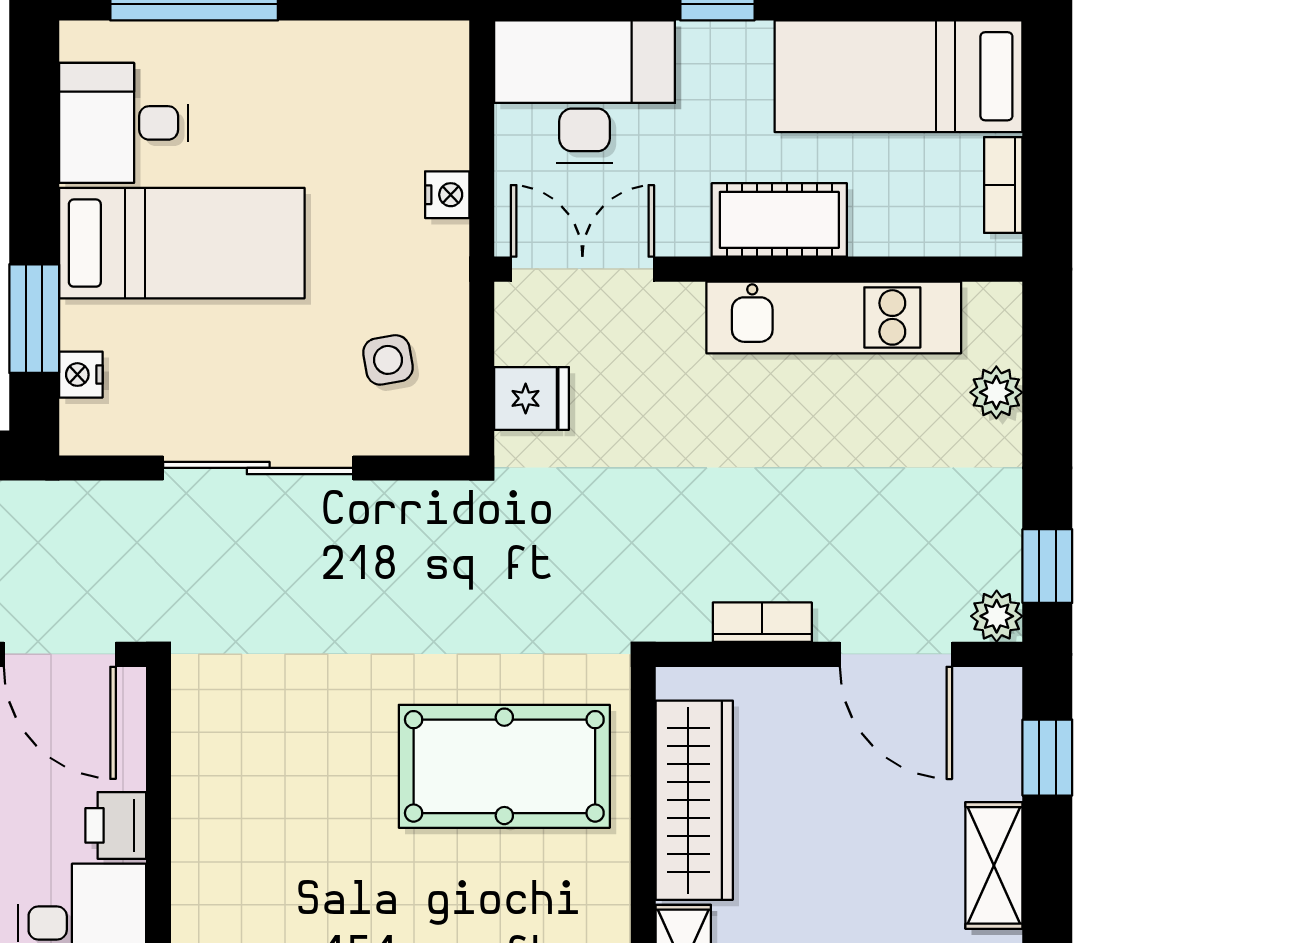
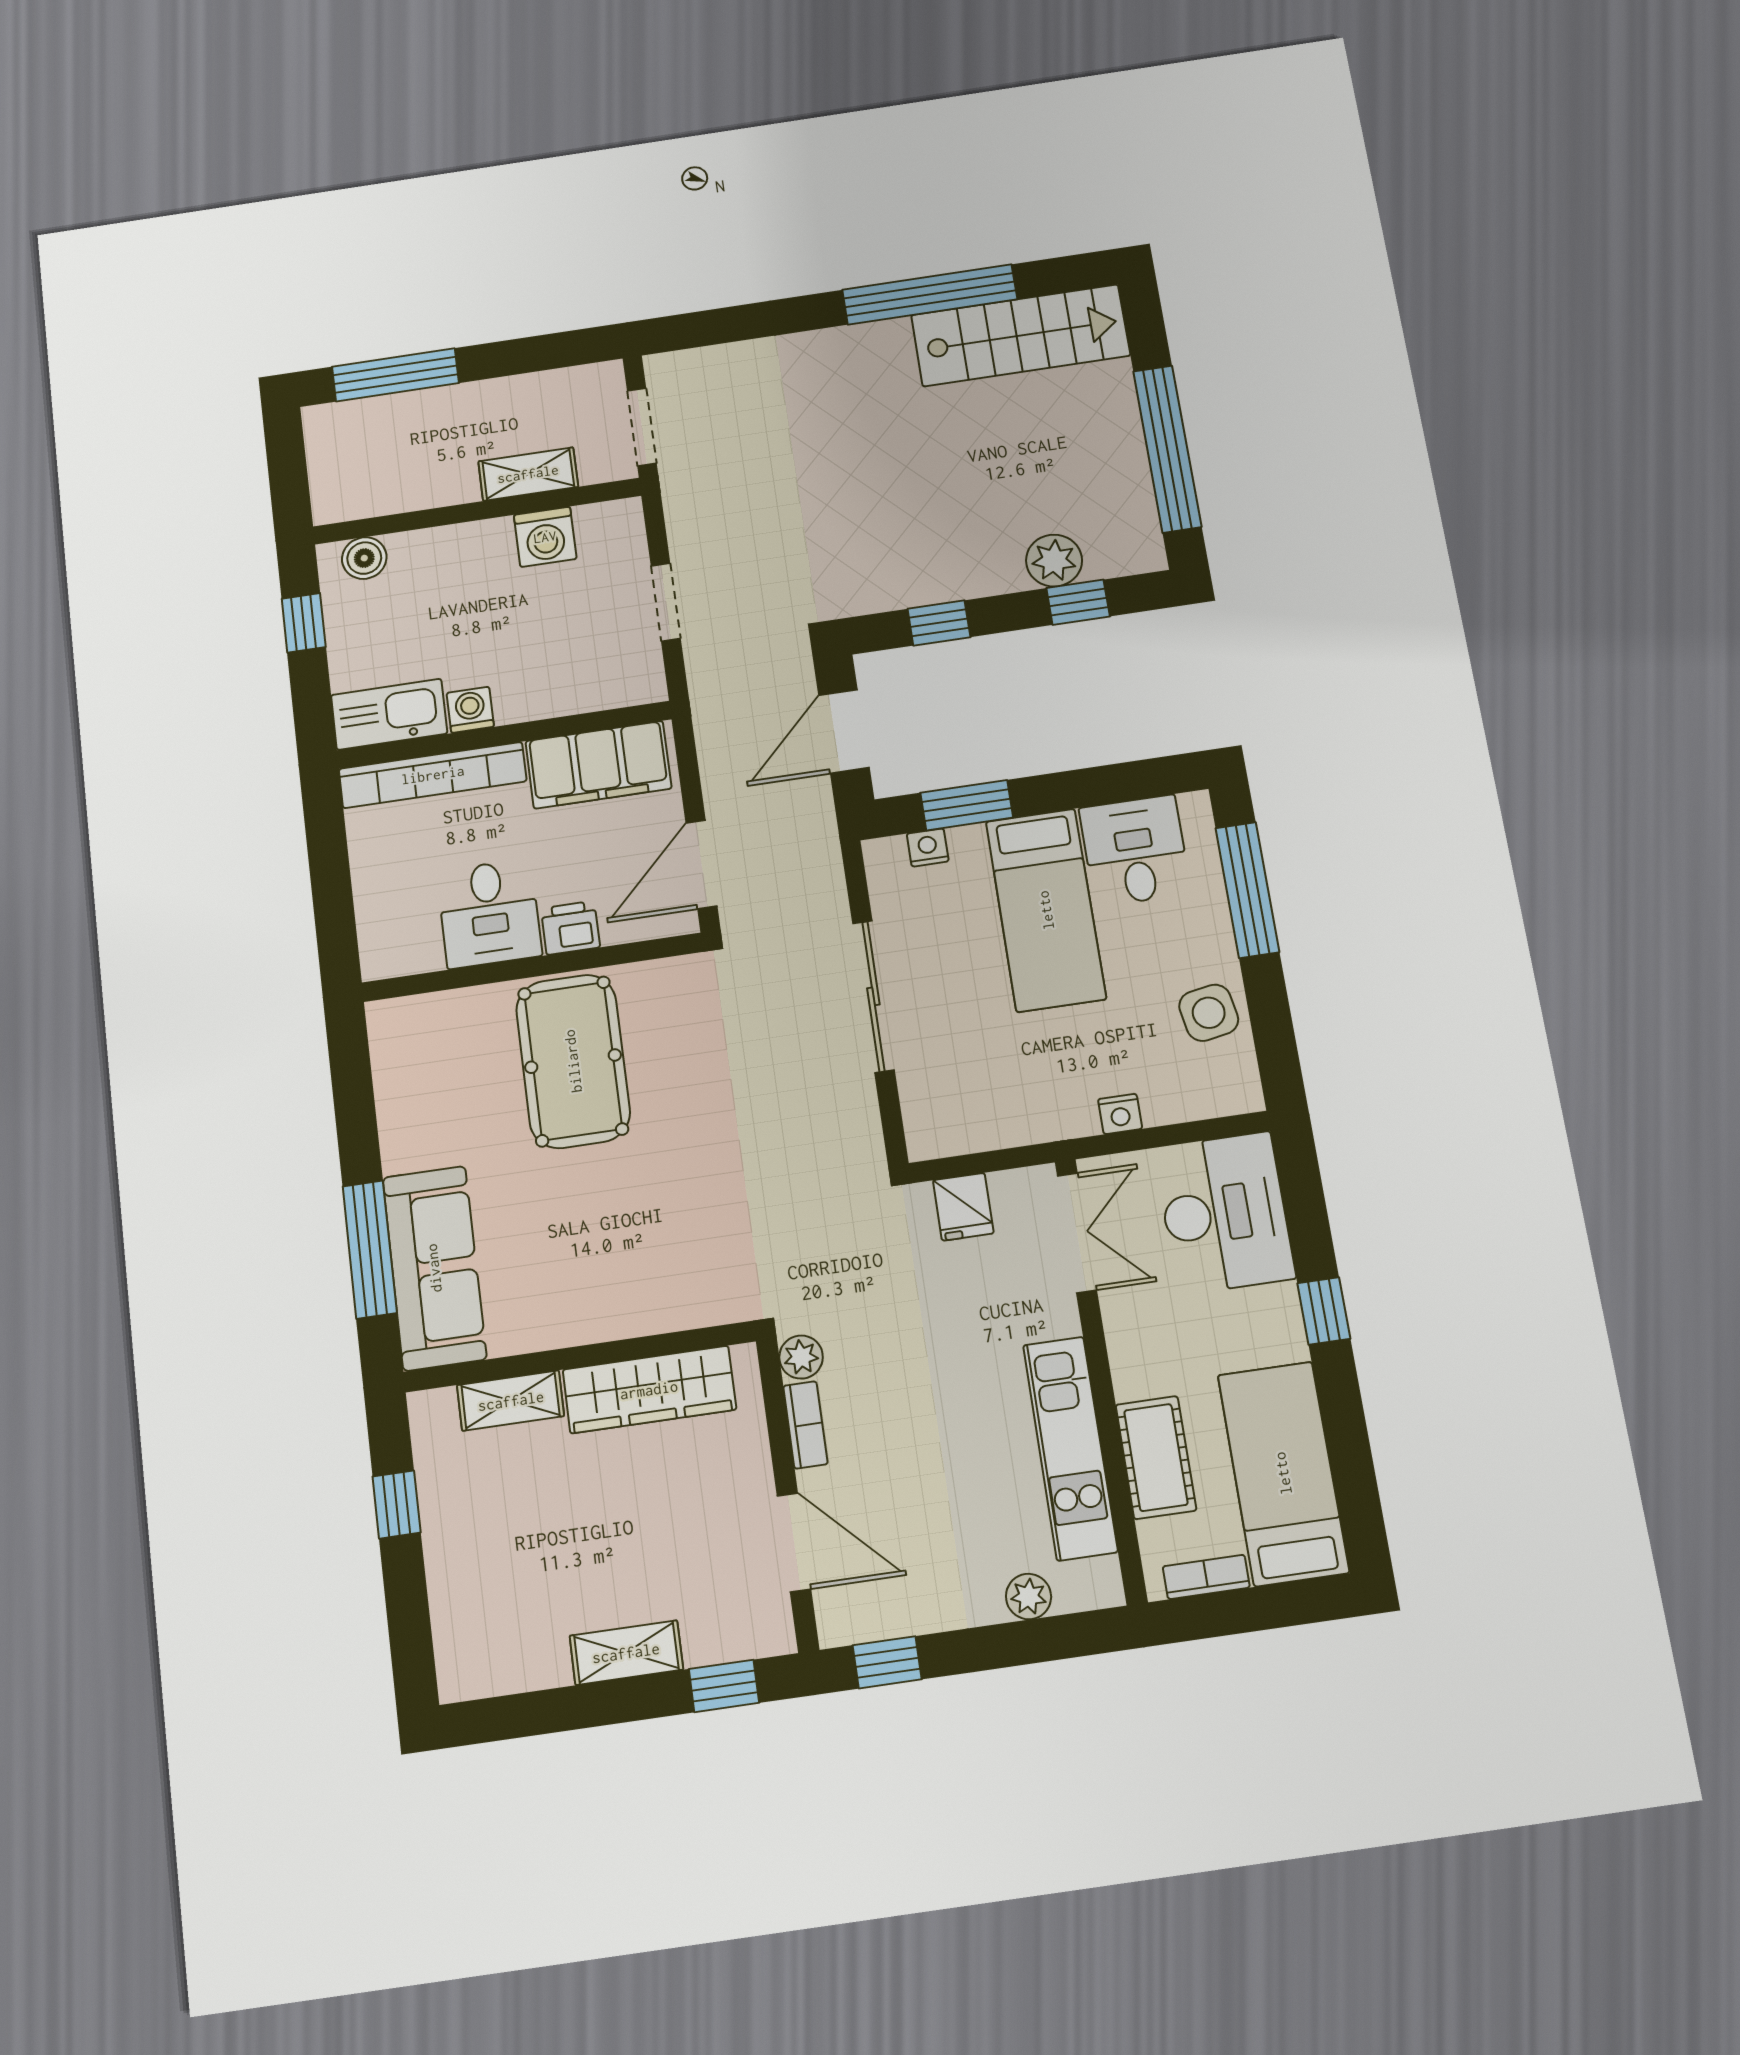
cot: (779, 220) -> (1156, 1457), moved
side table: (388, 360) -> (1209, 1013), moved, width x1.37, depth x1.37
plant: (997, 616) -> (801, 1357), moved
door: (896, 654) -> (794, 1542), swing flipped
pool table: (504, 766) -> (573, 1061), moved

